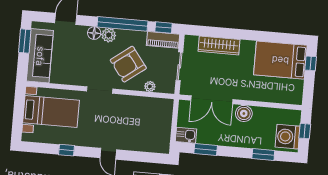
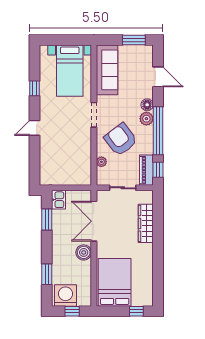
sofa: (40, 56) -> (107, 70), moved, turned -90
bed: (280, 60) -> (115, 282), moved

